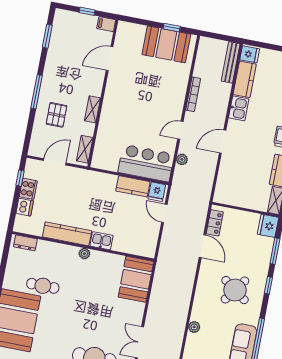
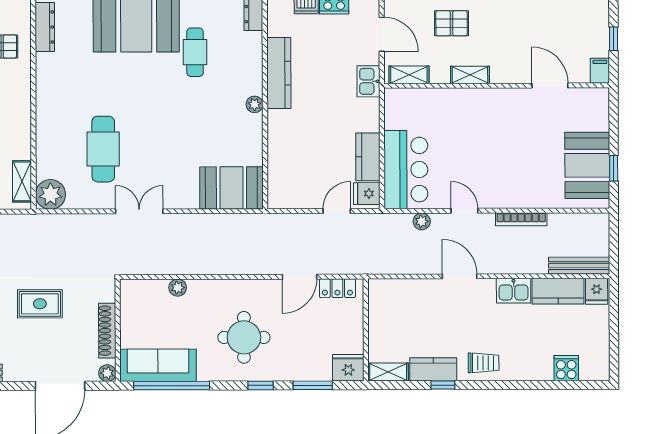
kitchen sink: (101, 241) -> (368, 81), moved, turned 180
round table: (235, 290) -> (244, 337), turned -36

